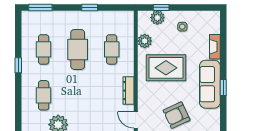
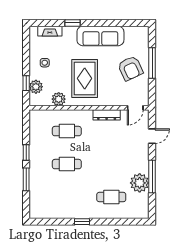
window: (40, 7) -> (26, 179), moved
fireplace: (215, 47) -> (50, 31), moved
cafe table: (44, 49) -> (67, 197), removed
cafe table: (78, 49) -> (67, 164), width x0.73, depth x0.74
window: (223, 87) -> (72, 23), moved

